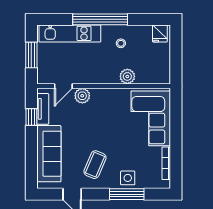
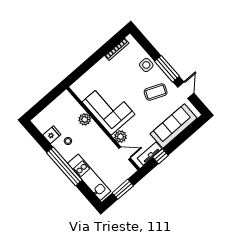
fridge: (160, 33) -> (52, 135), moved
corner sofa: (151, 118) -> (108, 108), moved, turned -90
window: (127, 194) -> (167, 69), moved

